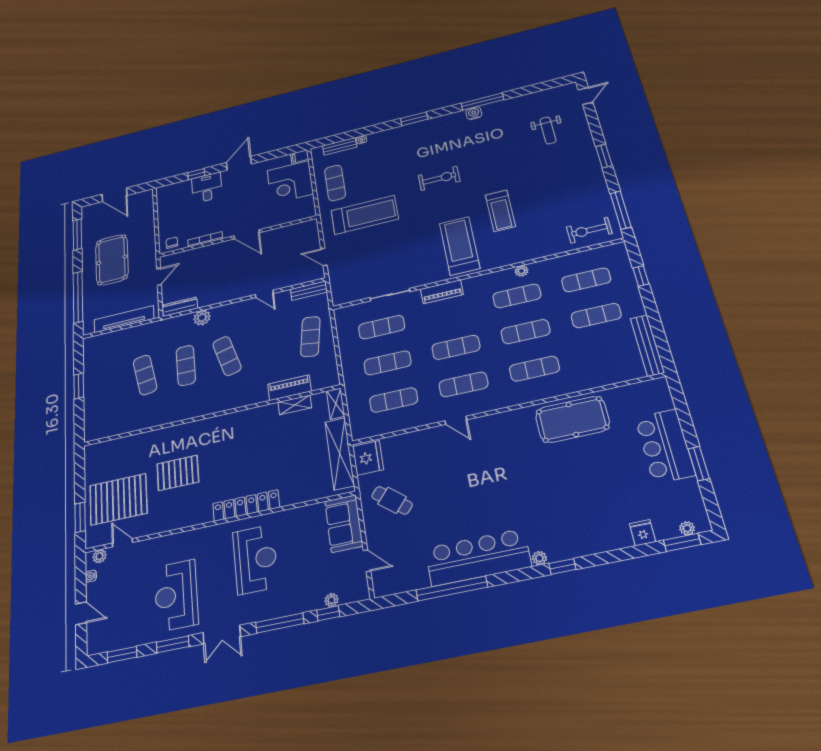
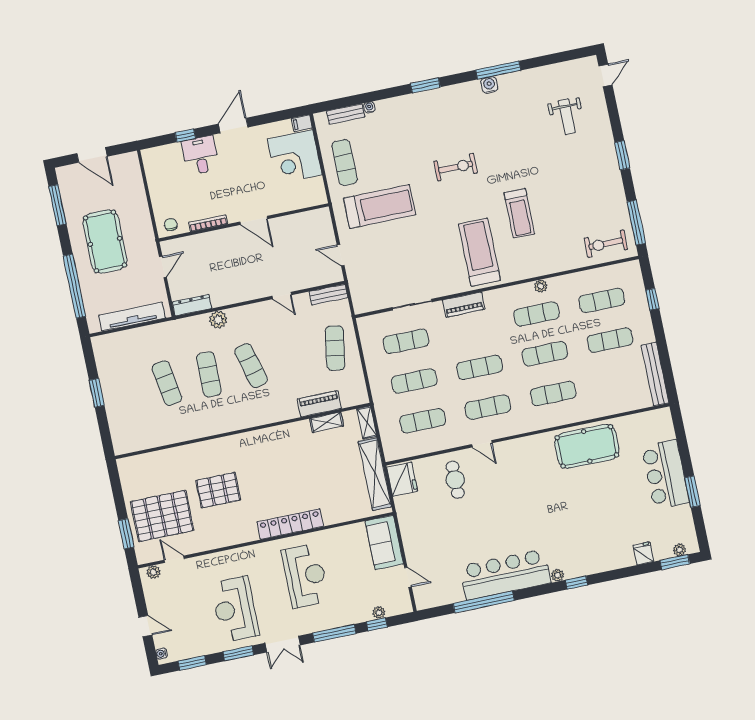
cafe table: (392, 500) -> (455, 480), moved, turned 50
water cooler: (91, 576) -> (161, 653), moved

